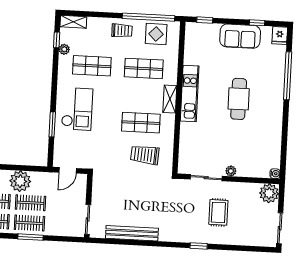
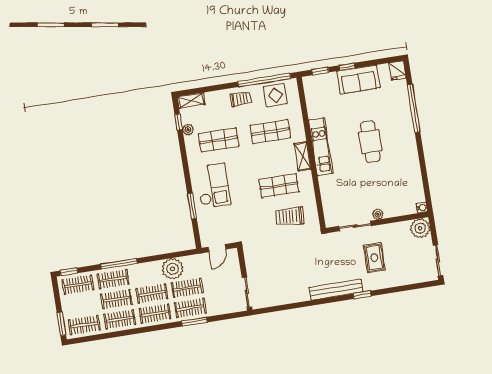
window: (257, 23) -> (347, 67), moved
bench: (132, 233) -> (336, 290), moved

